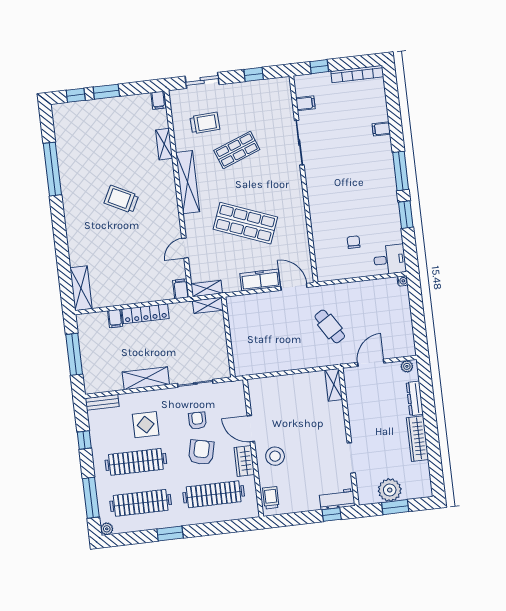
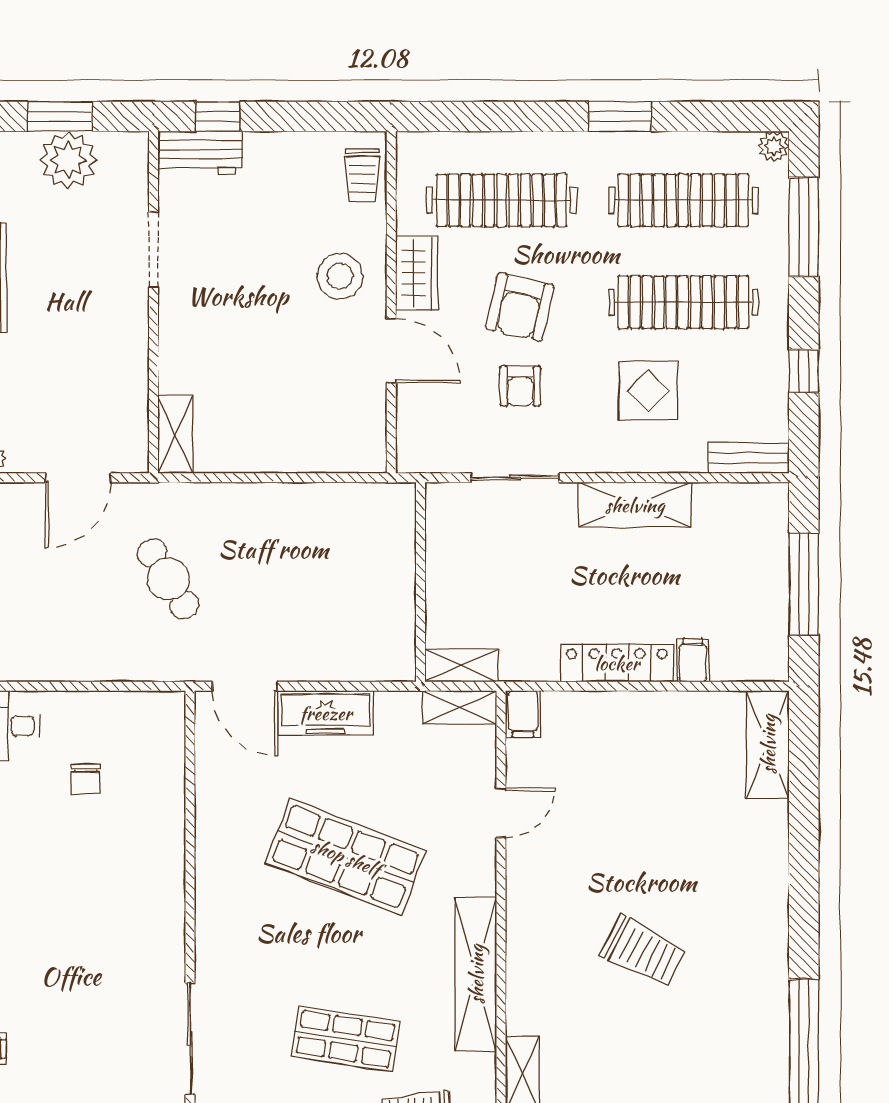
shop shelf: (237, 150) -> (346, 1039), turned 30

